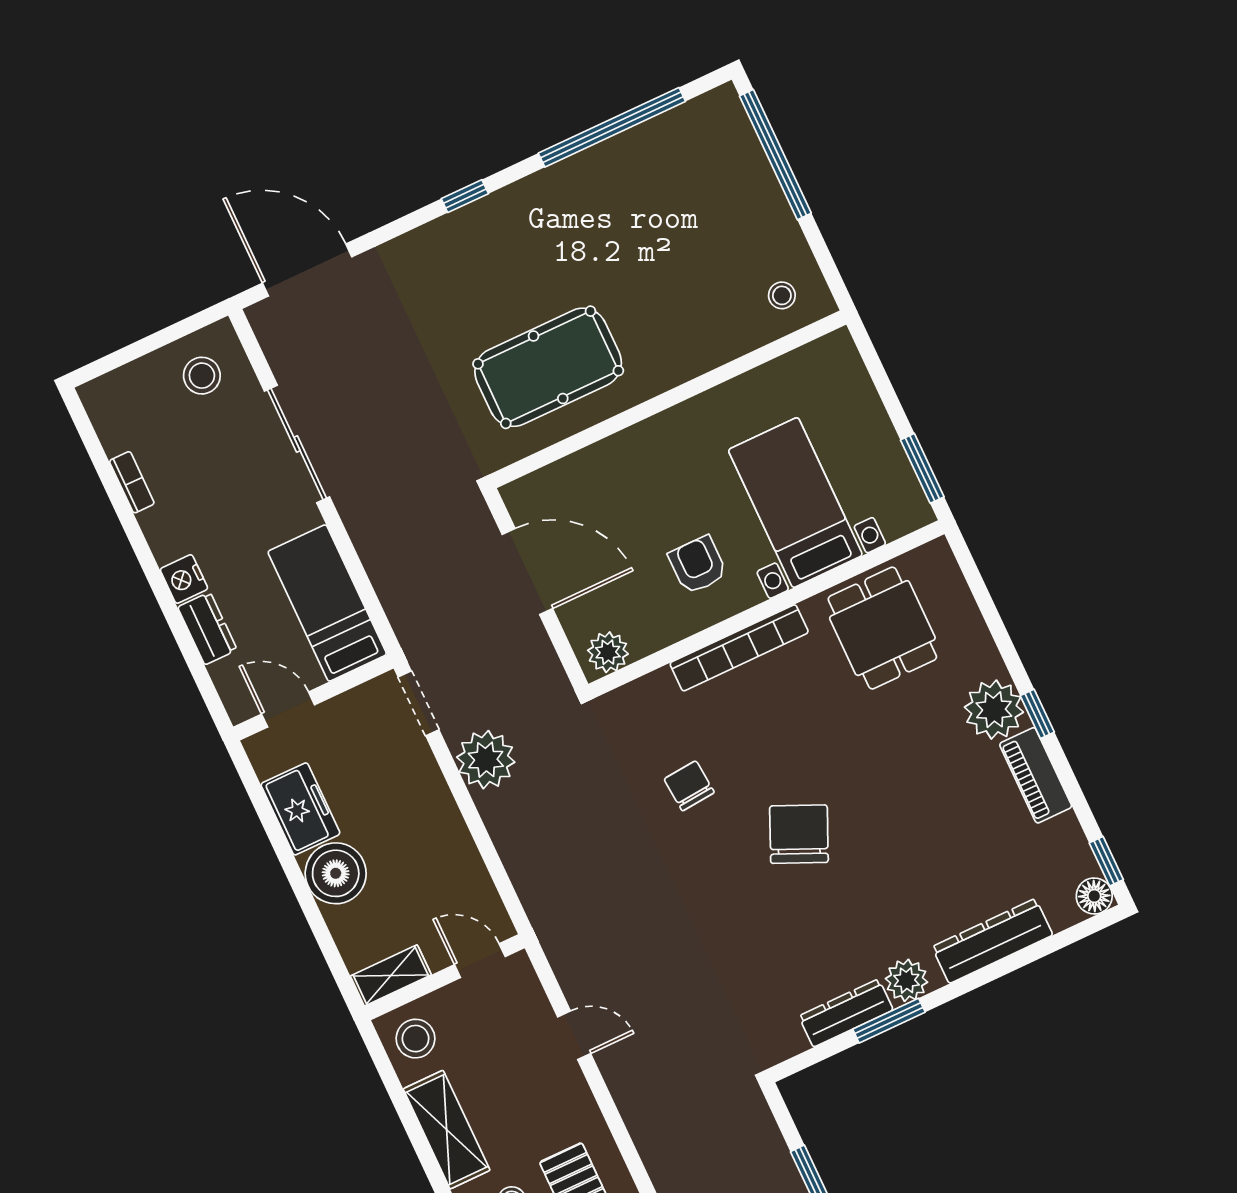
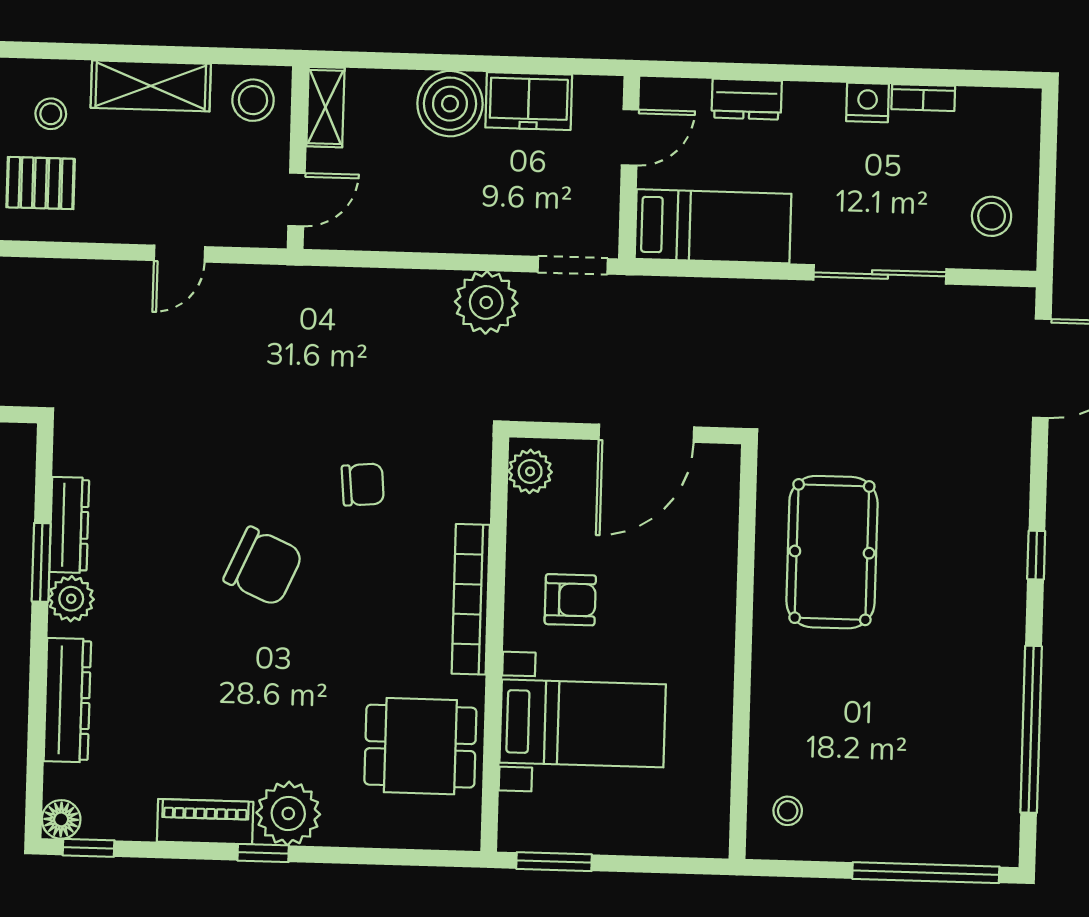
nightstand: (184, 579) -> (867, 103), moved

